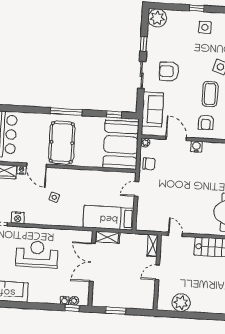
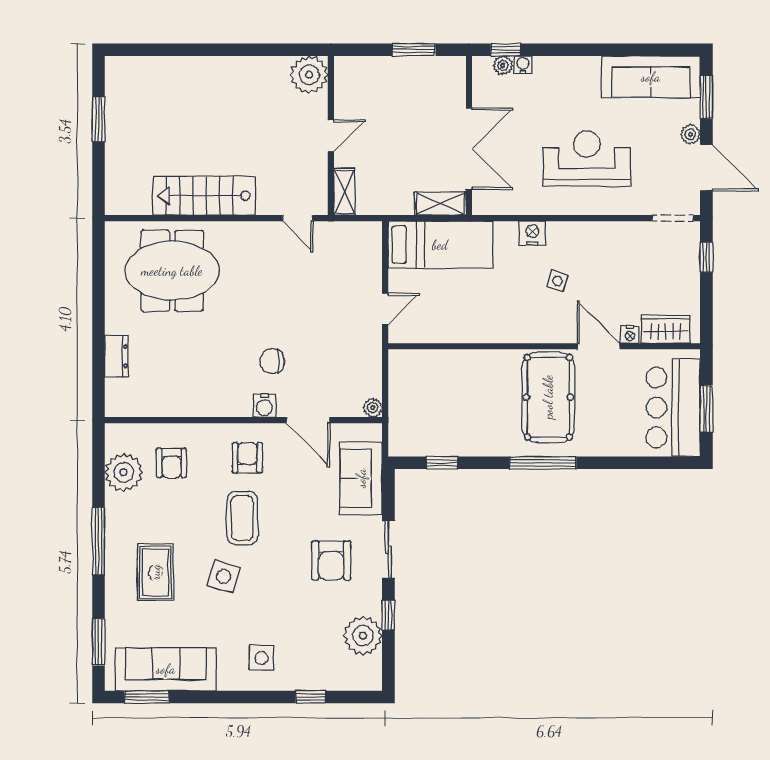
window: (197, 8) -> (311, 697), moved
plant: (157, 18) -> (363, 636), moved
armchair: (169, 71) -> (331, 560), turned 90
booth: (121, 145) -> (424, 400), removed
chair: (149, 164) -> (272, 361), moved
nightstand: (18, 218) -> (532, 233), moved
reception desk: (37, 254) -> (587, 159), turned 180
plant: (181, 303) -> (309, 75), moved

